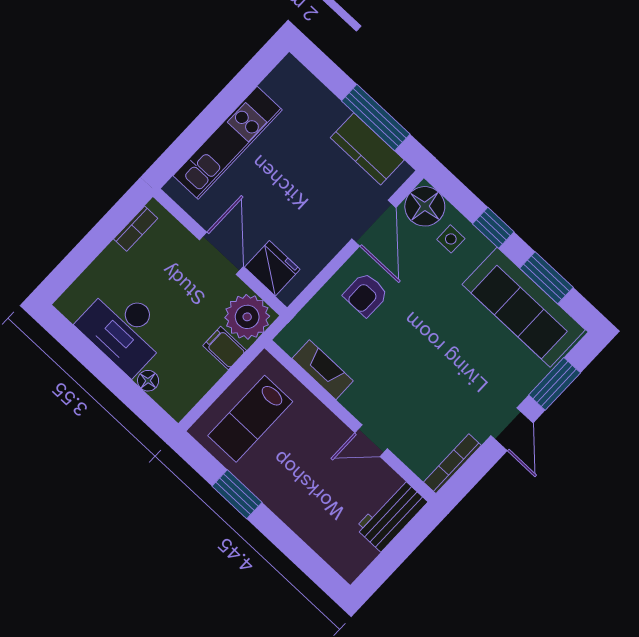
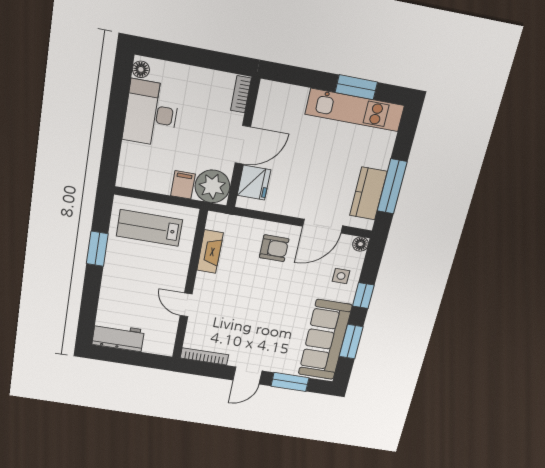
window: (236, 92) -> (356, 87), added
kitchen unit: (228, 143) -> (355, 110), moved
floor lamp: (425, 206) -> (361, 244), width x0.53, depth x0.53
bookcase: (136, 229) -> (241, 94), moved, turned 90
armchair: (366, 295) -> (274, 248), turned 180
floor lamp: (148, 381) -> (141, 69), moved
workbench: (391, 515) -> (118, 337), moved

